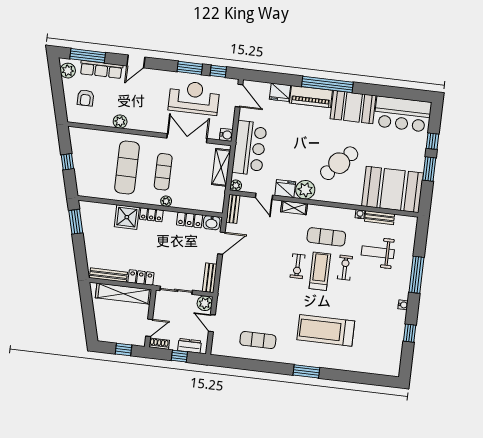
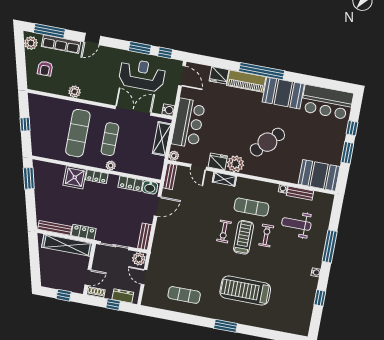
booth: (393, 189) -> (319, 175), width x0.73, depth x0.70

